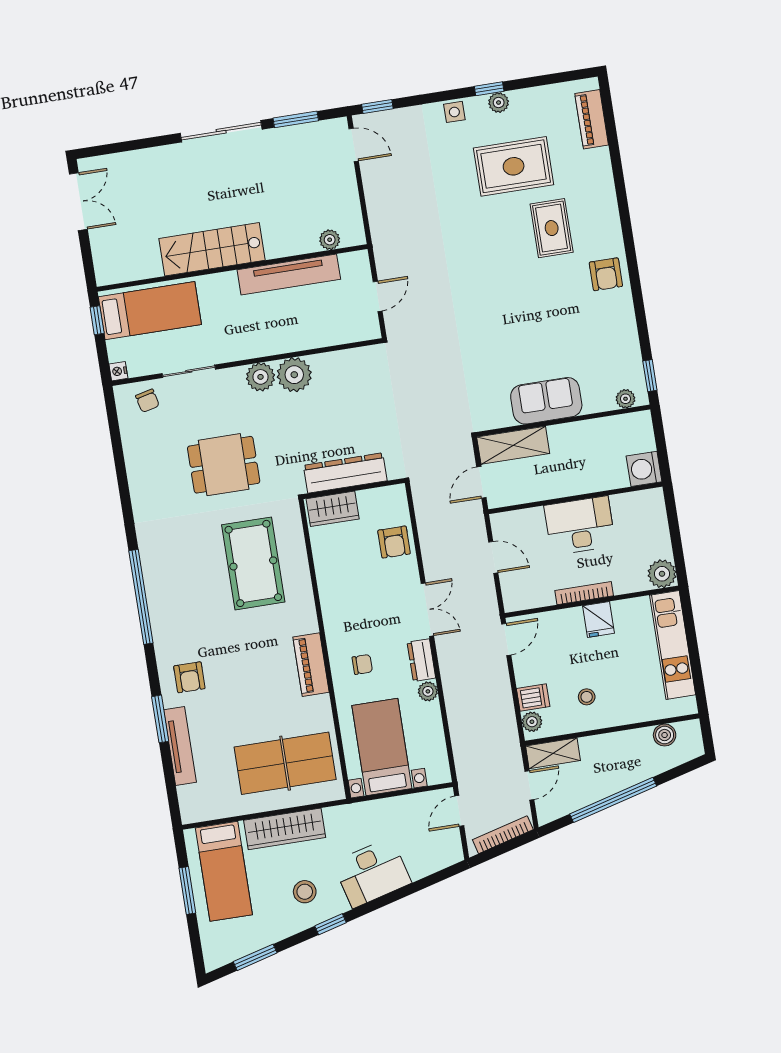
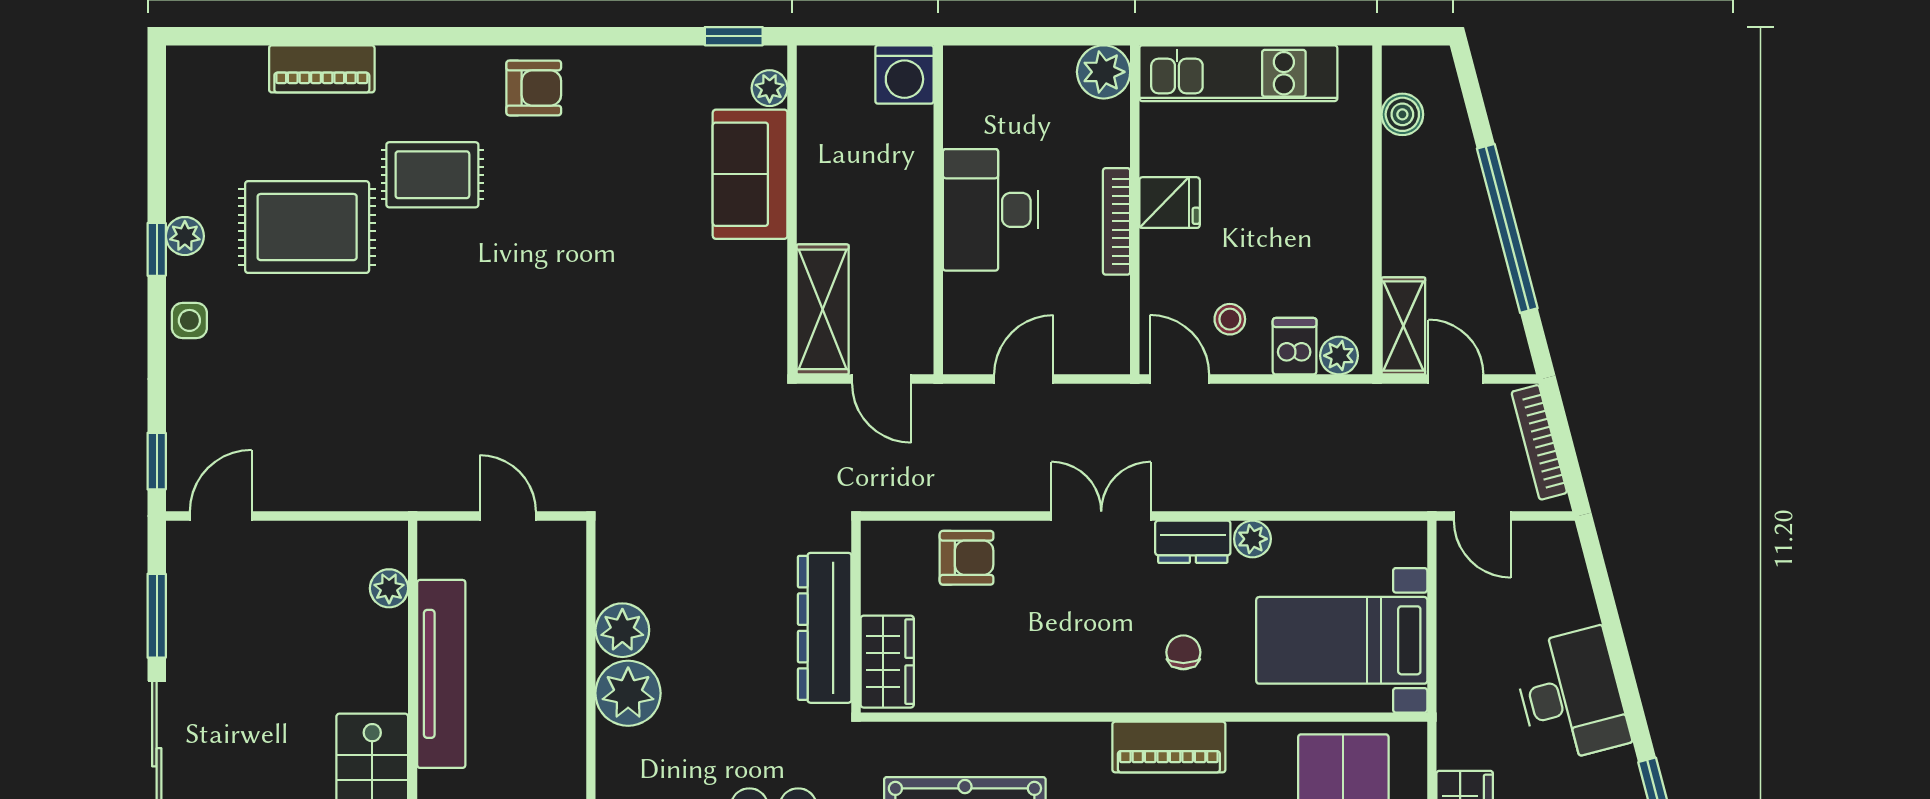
piano: (592, 119) -> (322, 69), moved
rug: (514, 166) -> (307, 227), turned 90
plant: (261, 377) -> (622, 630), moved
sofa: (546, 401) -> (750, 174), moved
stool: (587, 697) -> (1230, 319), moved

